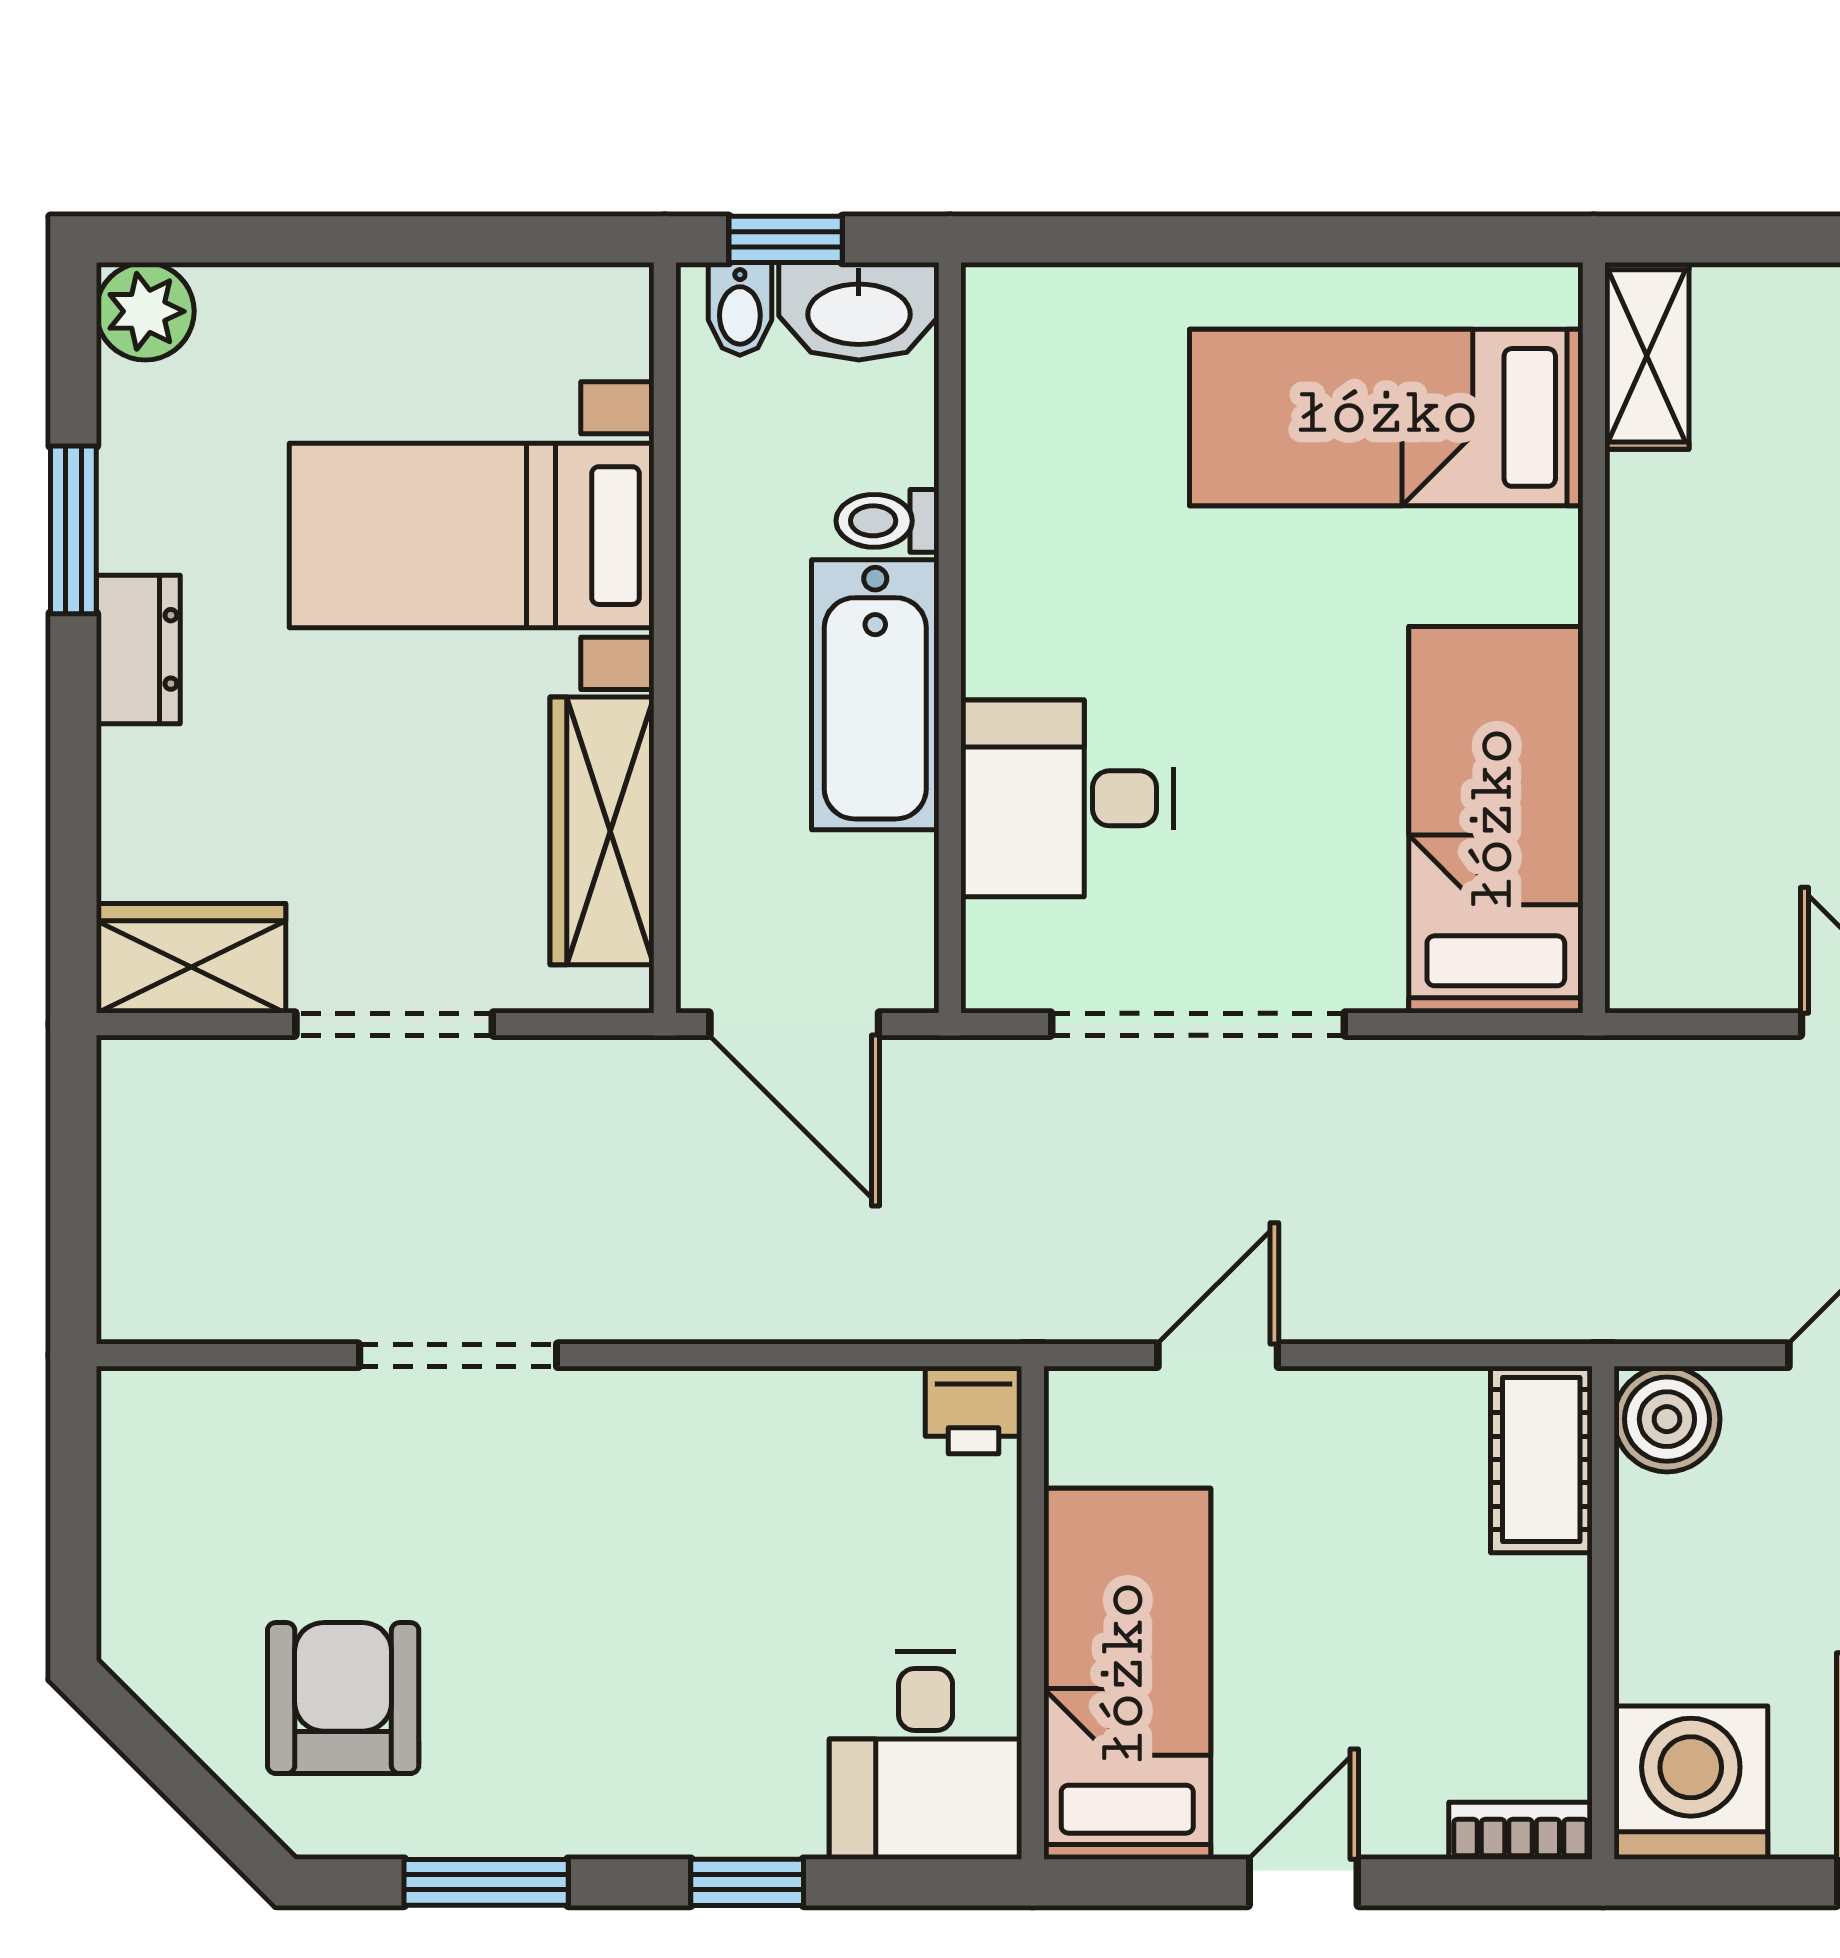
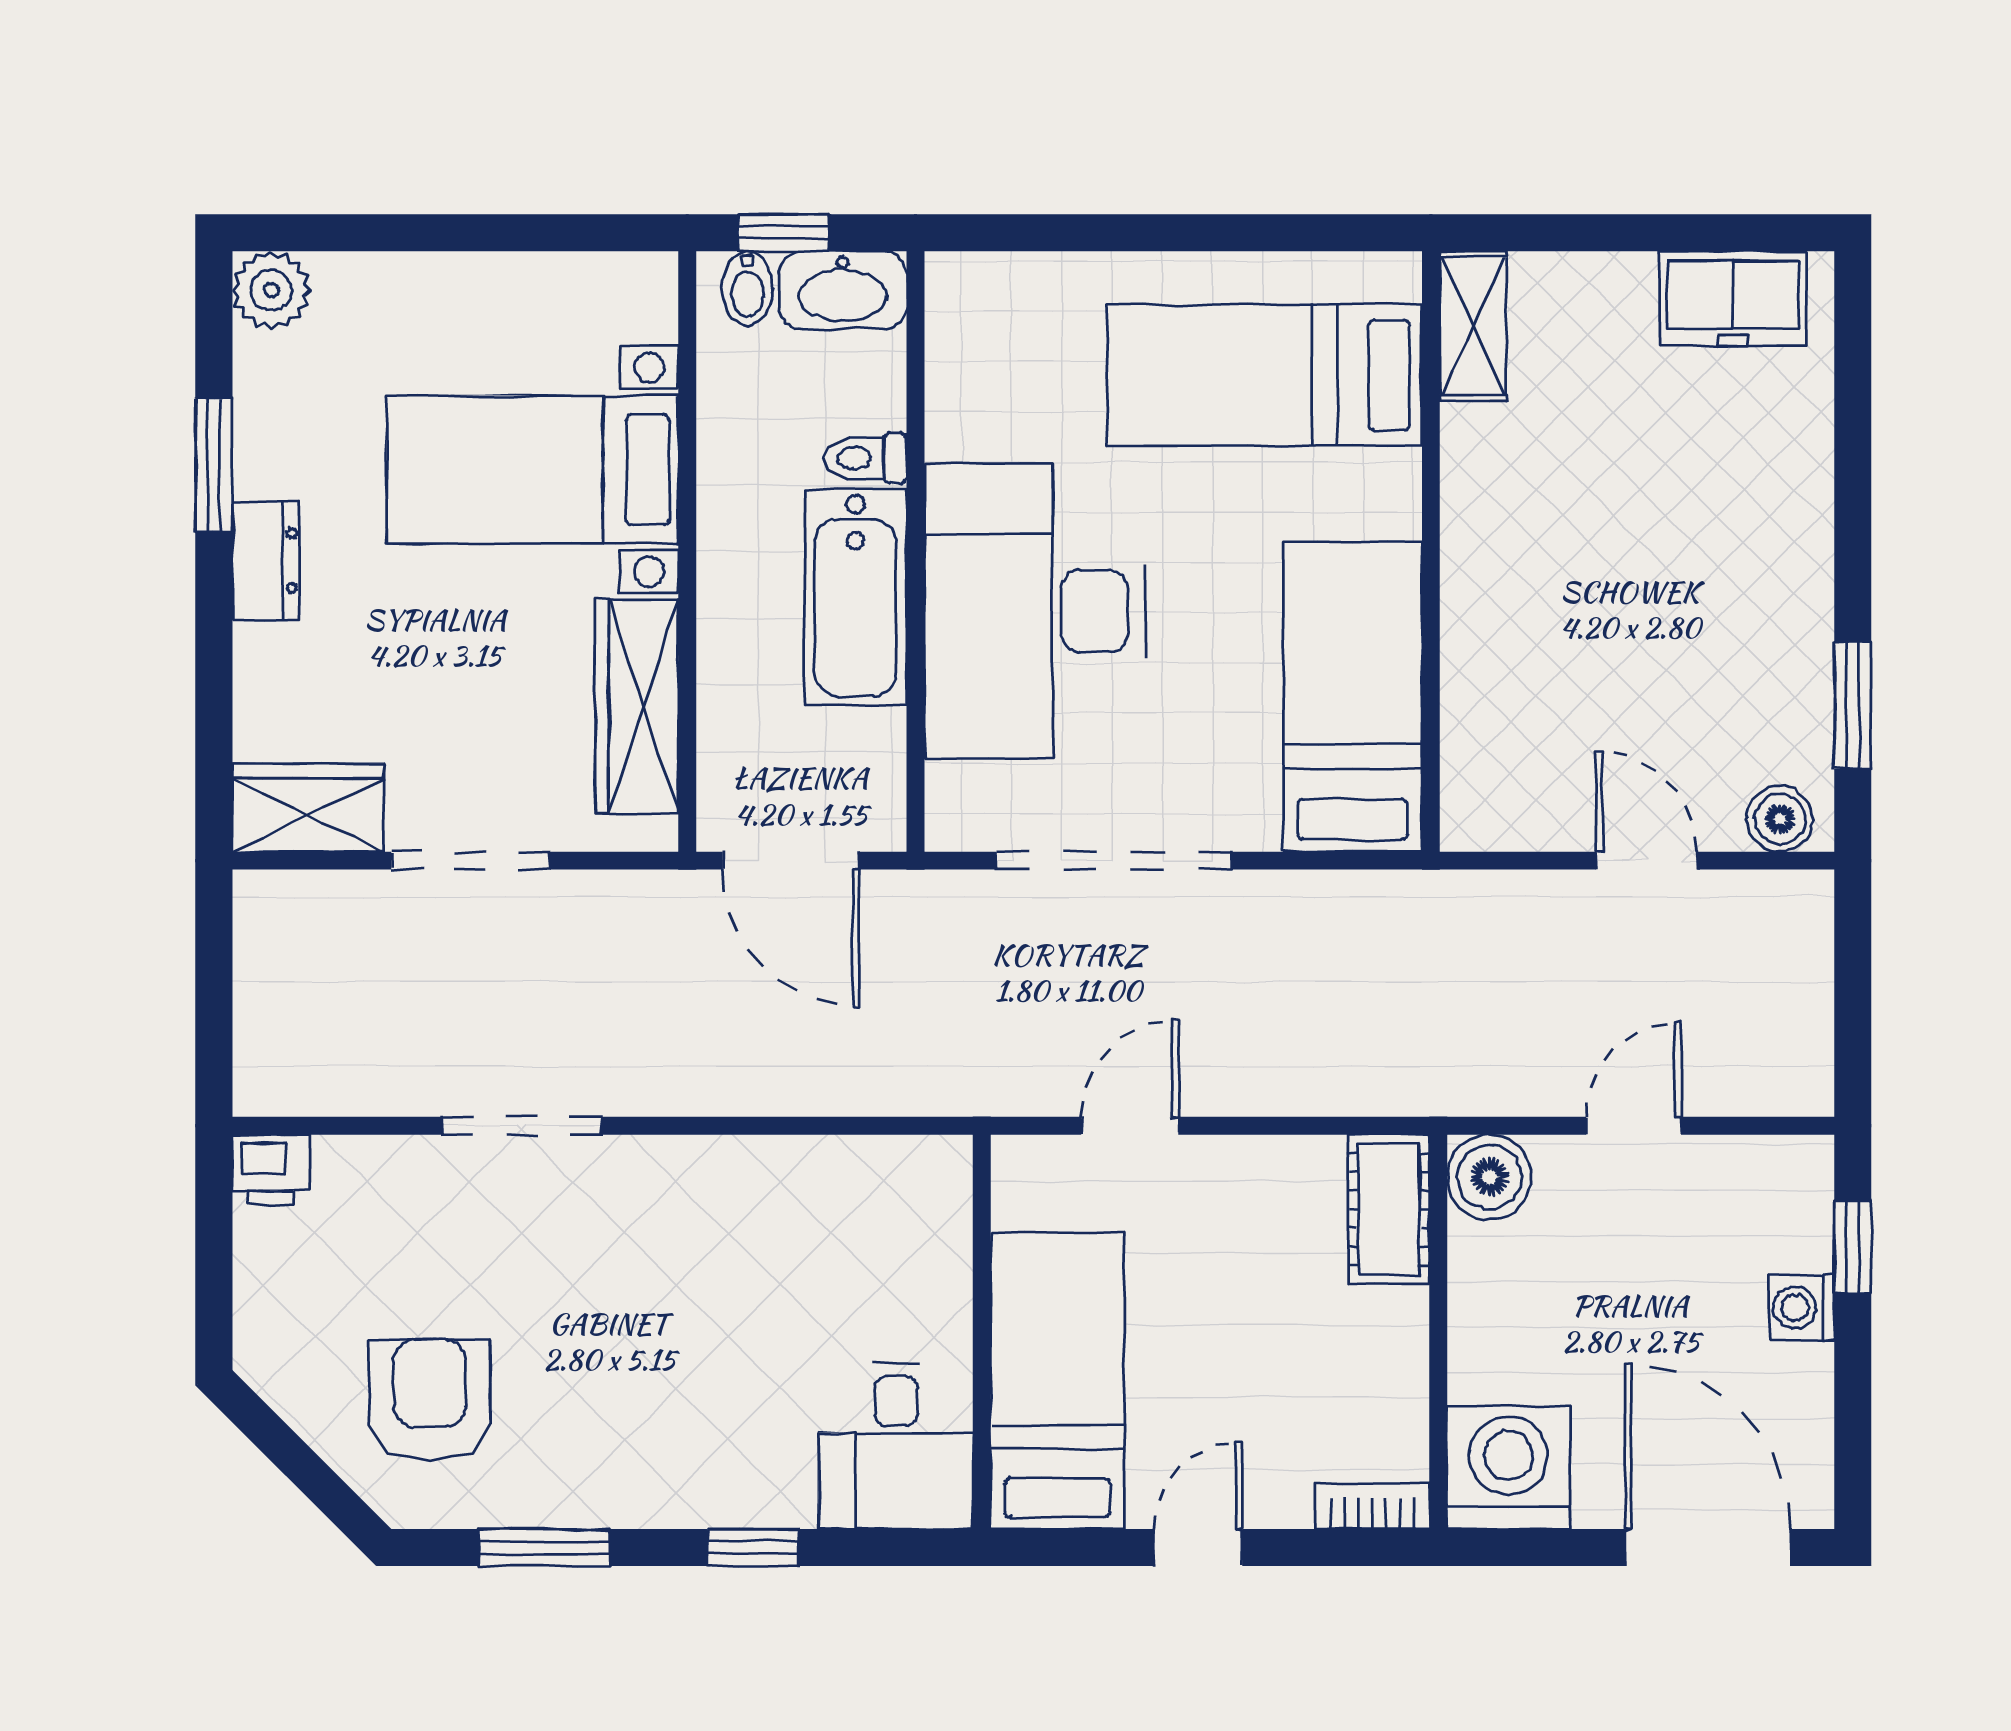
desk: (1067, 798) -> (1035, 611), width x1.87, depth x1.30
printer: (974, 1410) -> (271, 1170), moved

